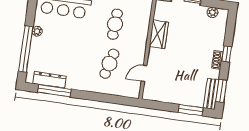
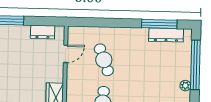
cafe table: (109, 64) -> (104, 60), turned -36
dresser: (163, 96) -> (43, 32), added

